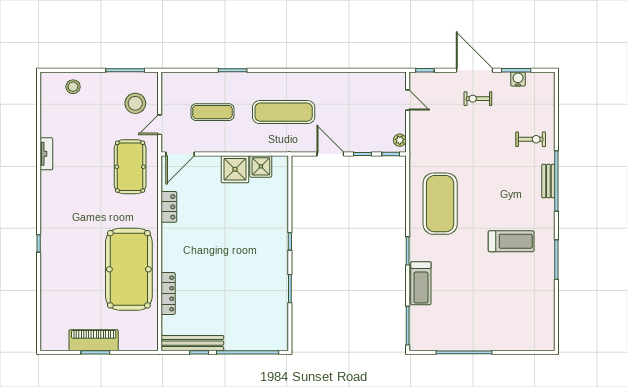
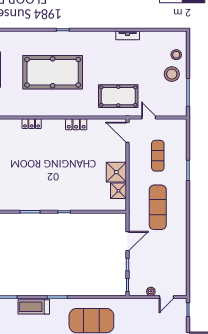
stool: (135, 103) -> (172, 74), moved
plant: (400, 140) -> (151, 291), moved
locker: (169, 207) -> (76, 124), moved
pool table: (129, 269) -> (53, 72), moved
locker: (168, 293) -> (32, 124), width x0.66

